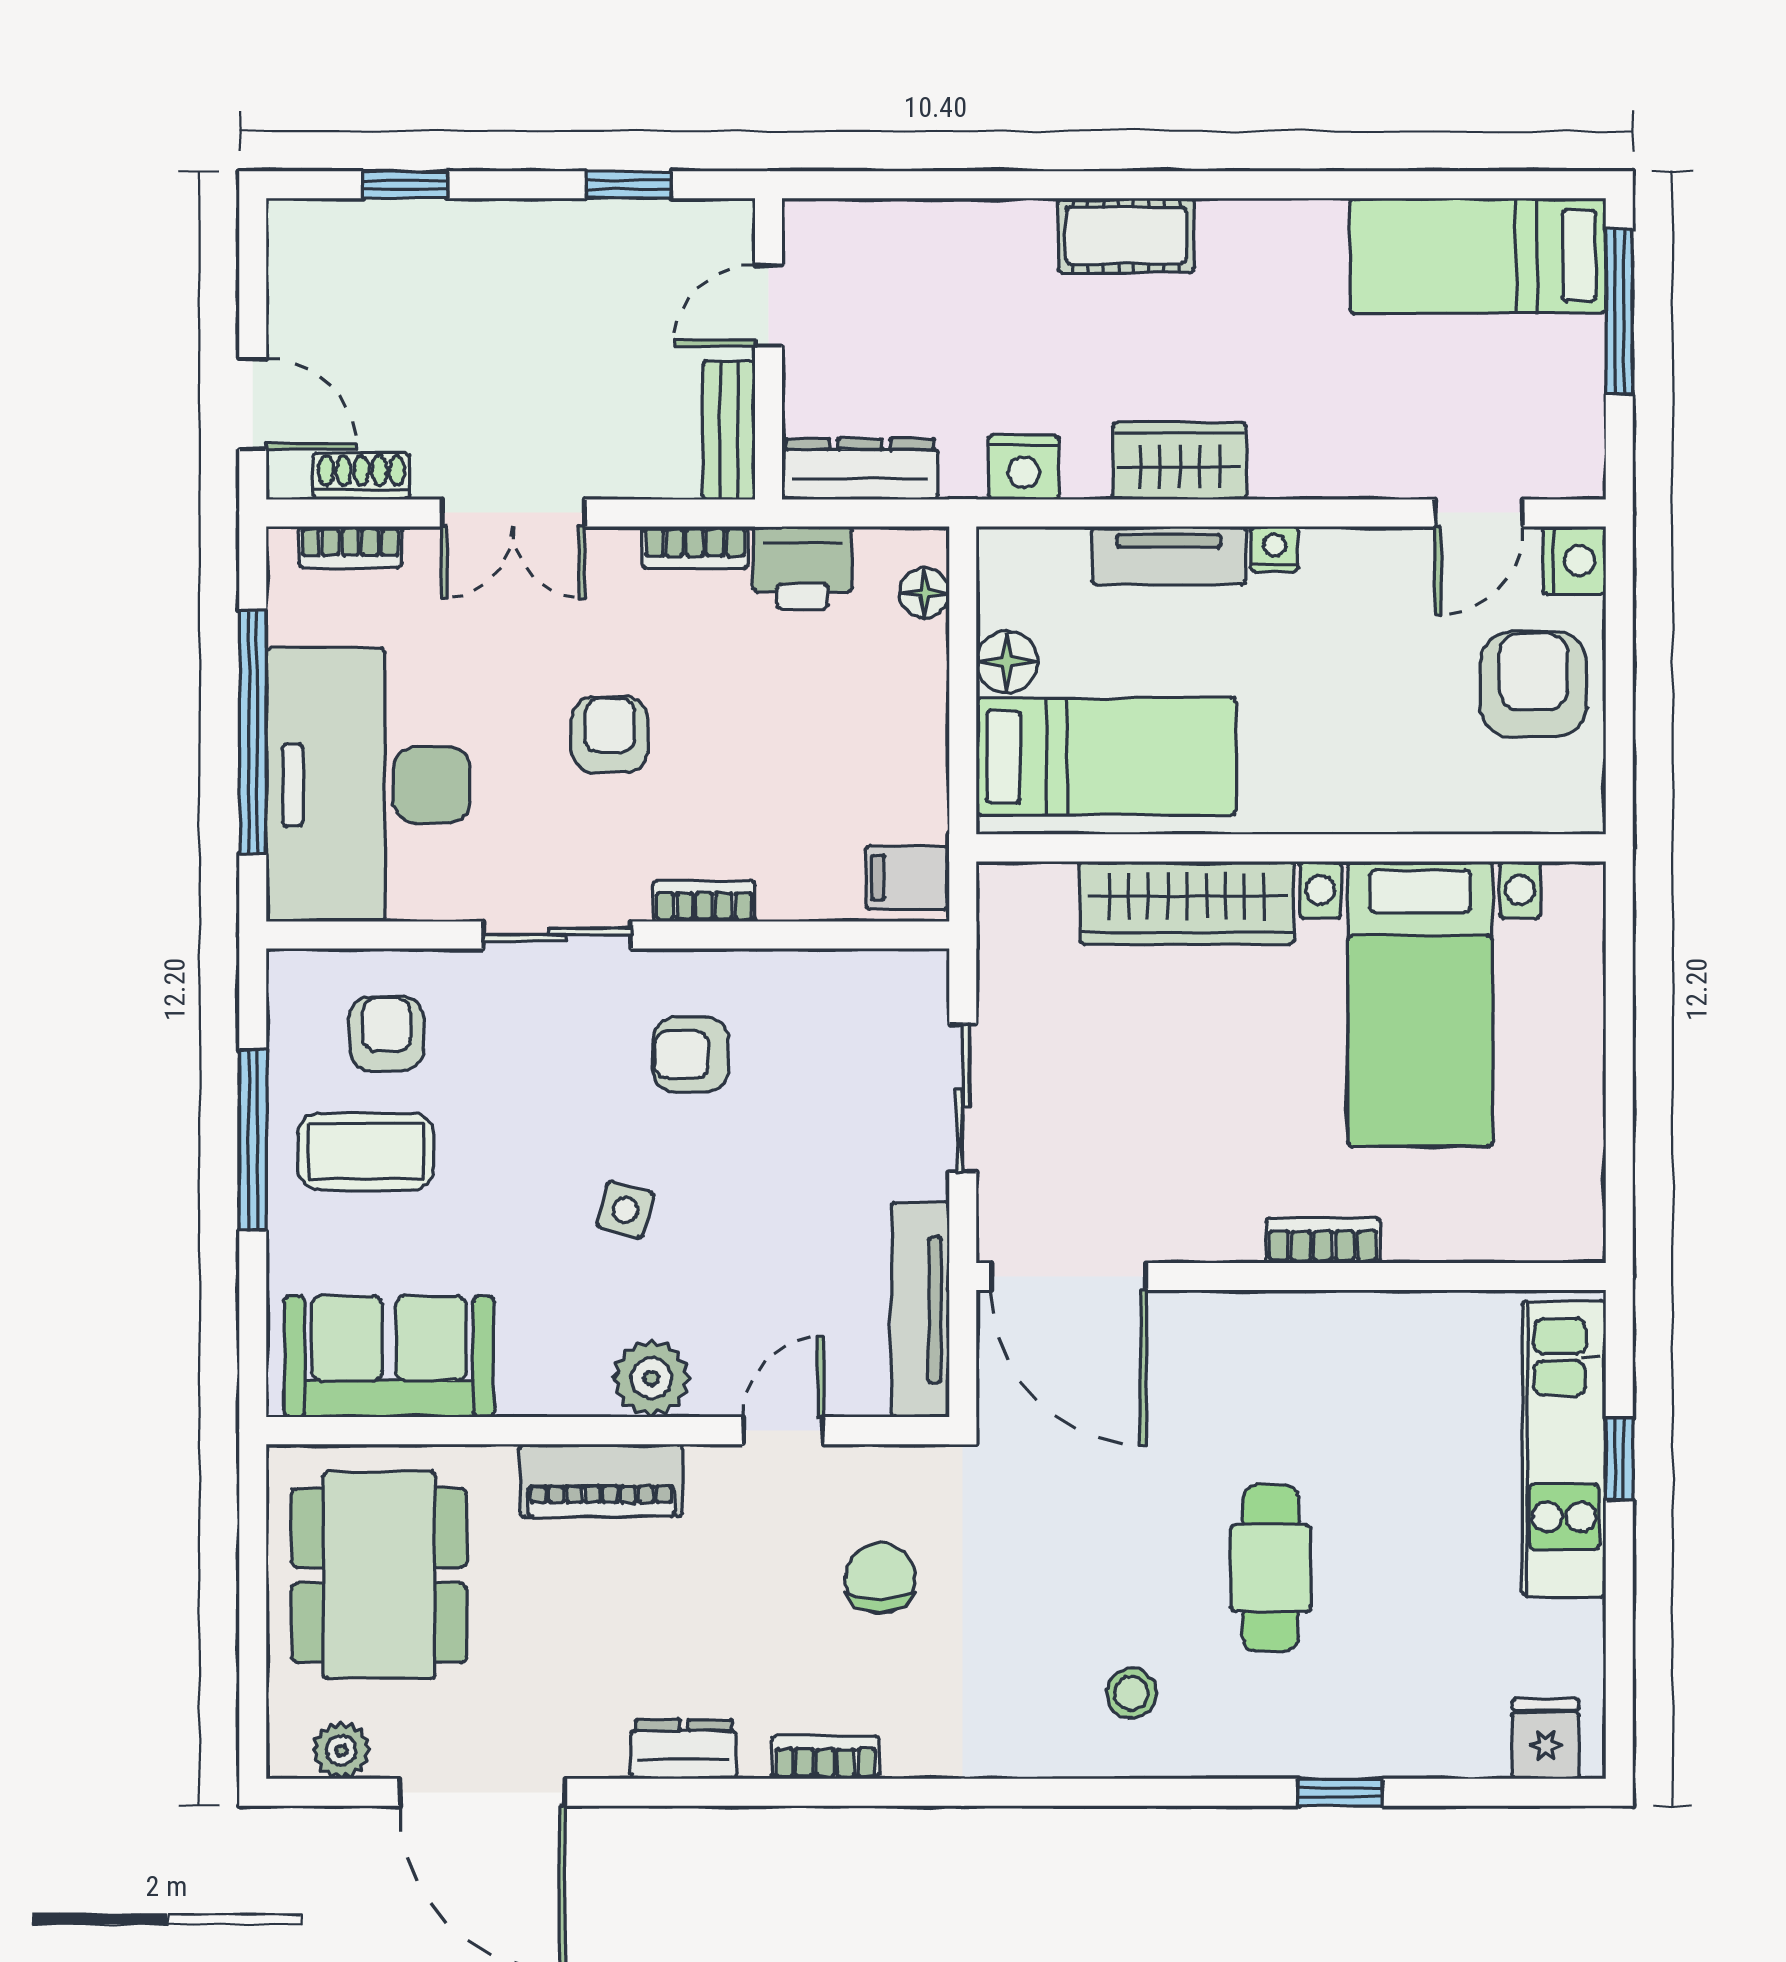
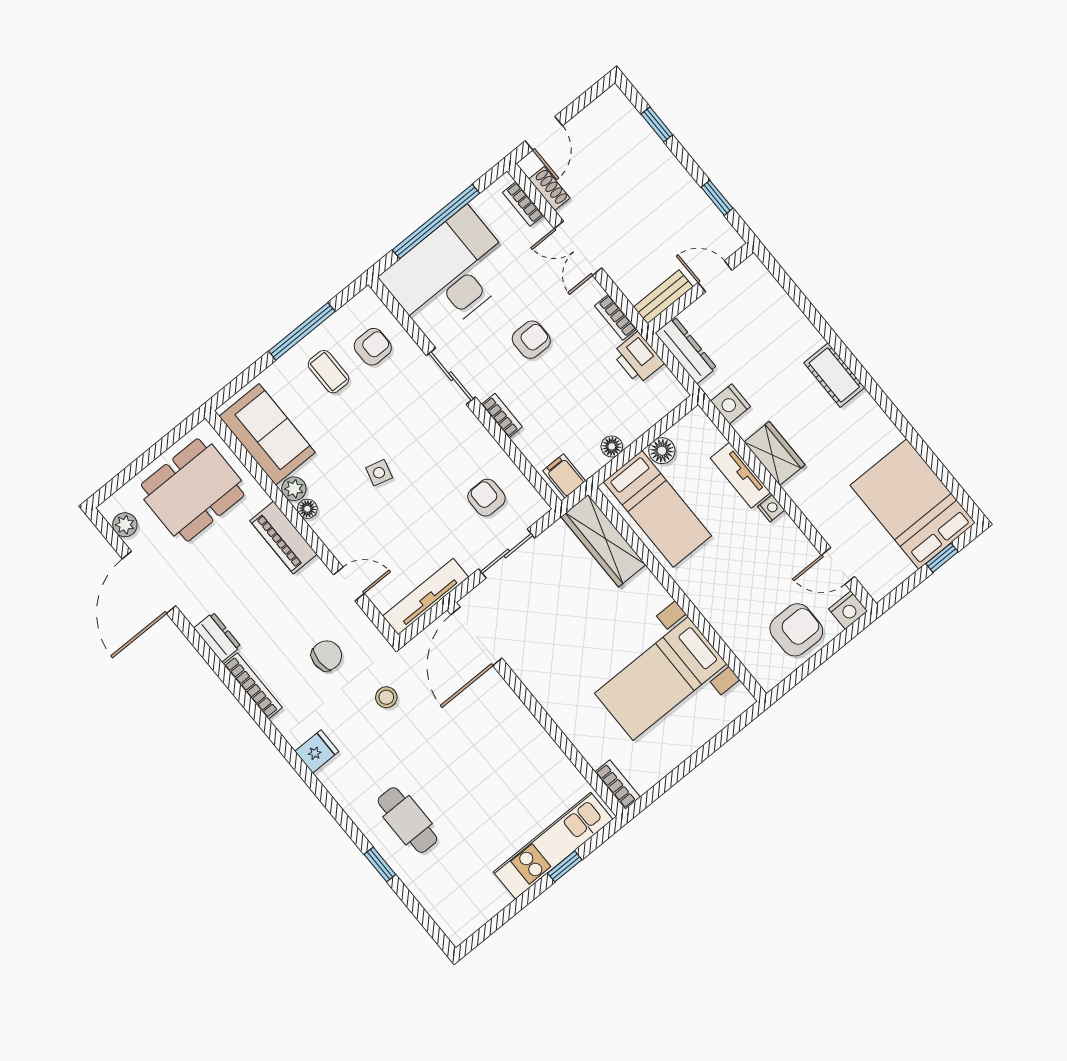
bed: (1478, 256) -> (913, 504), width x1.50
window: (1619, 311) -> (942, 558), width x0.46
floor lamp: (924, 593) -> (612, 446), moved
wardrobe: (1187, 903) -> (603, 541), moved
armchair: (691, 1055) -> (486, 498), moved
coffee table: (366, 1151) -> (328, 372), width x0.73, depth x0.77
bookcase: (1323, 1240) -> (618, 784), moved
plant: (651, 1378) -> (294, 489), moved, width x0.73, depth x0.73
floor lamp: (584, 1394) -> (307, 509), added
cafe table: (1271, 1568) -> (407, 820), moved, turned 90
stool: (1131, 1693) -> (386, 697), moved
fridge: (1546, 1739) -> (317, 751), moved
bookcase: (825, 1757) -> (253, 686), width x1.56

